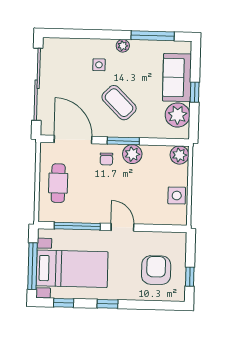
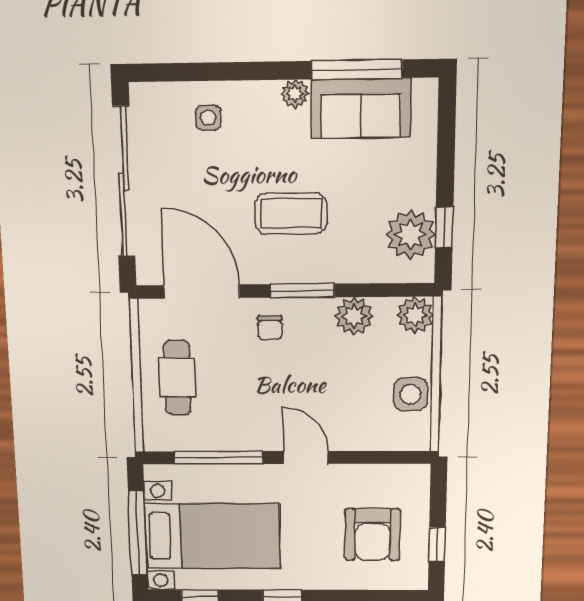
side table: (99, 65) -> (208, 118), moved
sofa: (177, 78) -> (361, 108), moved, turned -90
window: (195, 92) -> (444, 228), moved
coffee table: (119, 103) -> (291, 214), turned -45
plant: (132, 154) -> (354, 316), moved
armchair: (156, 270) -> (372, 535), turned 180

